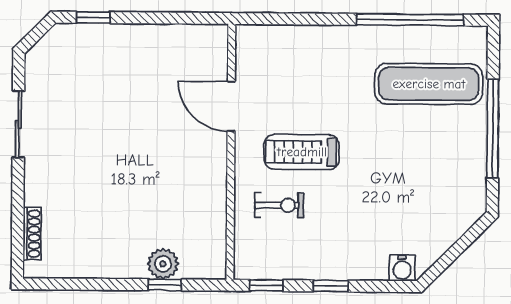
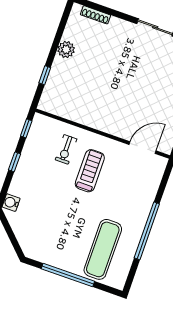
window: (410, 20) -> (147, 231), moved
door: (231, 106) -> (143, 148), moved
plant: (163, 264) -> (66, 50), moved

